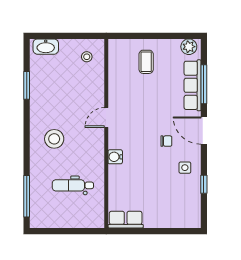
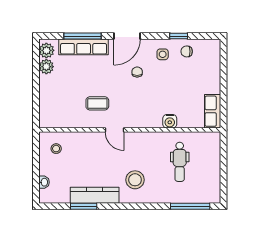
washbasin: (46, 47) -> (44, 182), width x0.52, depth x0.69
plant: (172, 47) -> (46, 67), added
coffee table: (146, 62) -> (97, 103), moved
kitchen counter: (38, 97) -> (95, 195), added
water cooler: (115, 157) -> (170, 121), moved
chair: (188, 193) -> (187, 51), added

